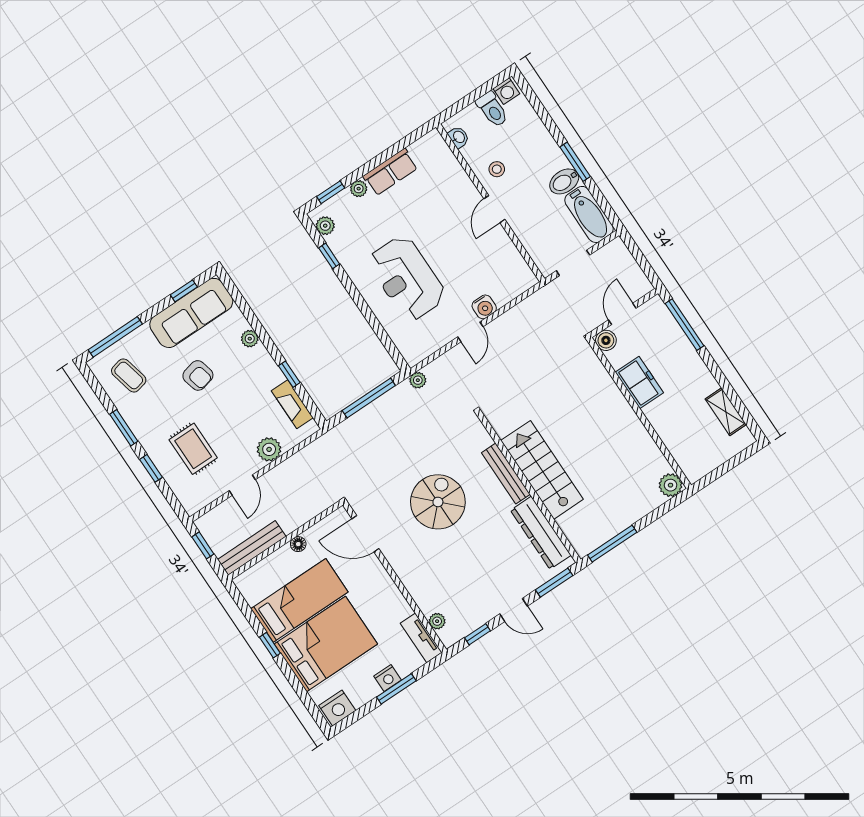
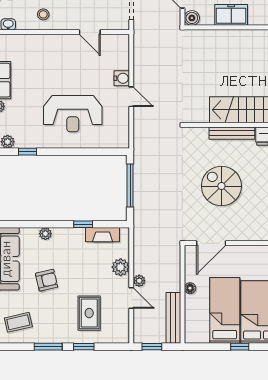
door: (494, 209) -> (90, 32), moved
plant: (418, 380) -> (139, 281), moved
rug: (193, 449) -> (89, 313), turned 90

